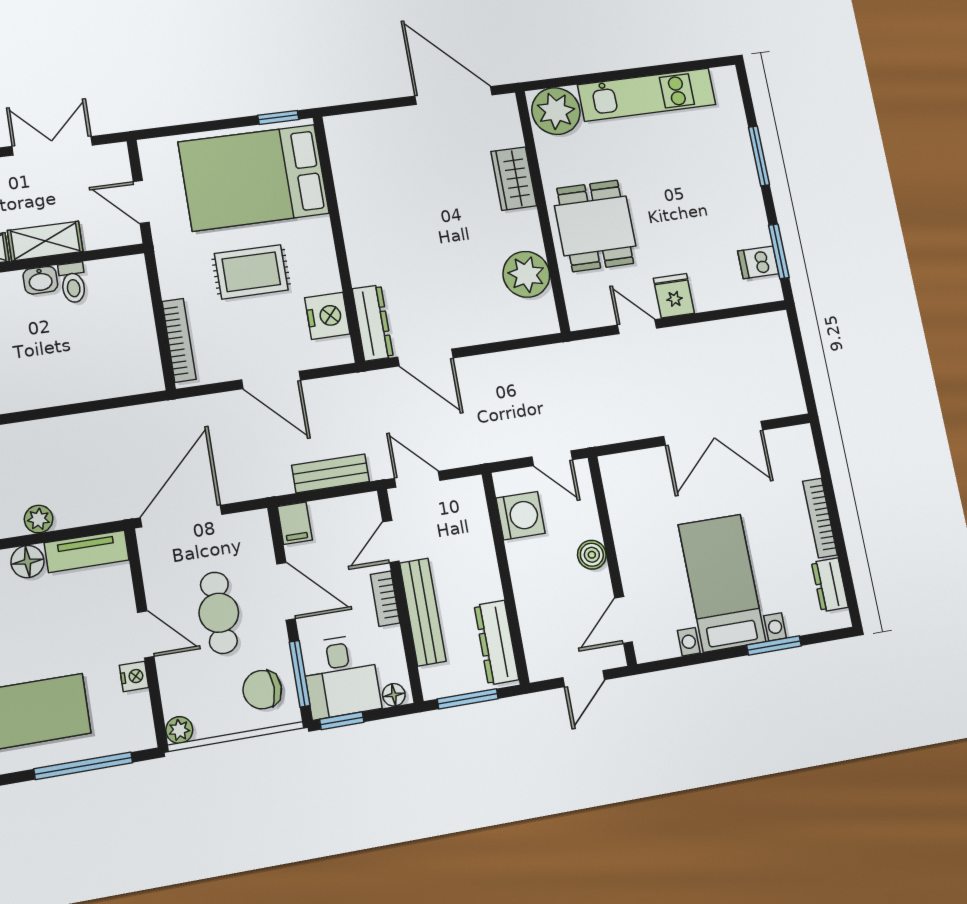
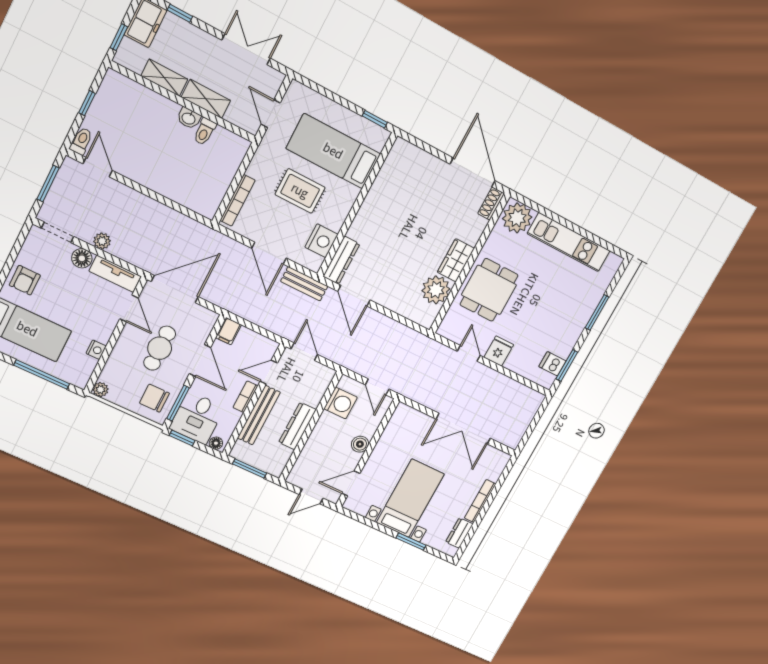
shoe rack: (508, 117) -> (491, 204), added
bed: (254, 178) -> (333, 151), width x0.67
wardrobe: (514, 179) -> (456, 260), moved
bench: (331, 473) -> (304, 284), moved
door: (146, 634) -> (129, 308), moved
dresser: (496, 643) -> (297, 426), moved

